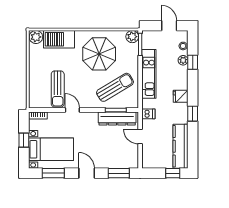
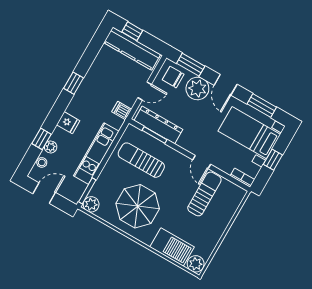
door: (169, 26) -> (44, 193), swing flipped
sun lounger: (115, 87) -> (141, 160), turned 31
fridge: (181, 96) -> (68, 123), moved
door: (140, 137) -> (145, 91), hinge flipped
kitchen counter: (181, 146) -> (132, 49), moved, turned 90
chair: (126, 158) -> (173, 77), added
plant: (105, 159) -> (197, 89), added

